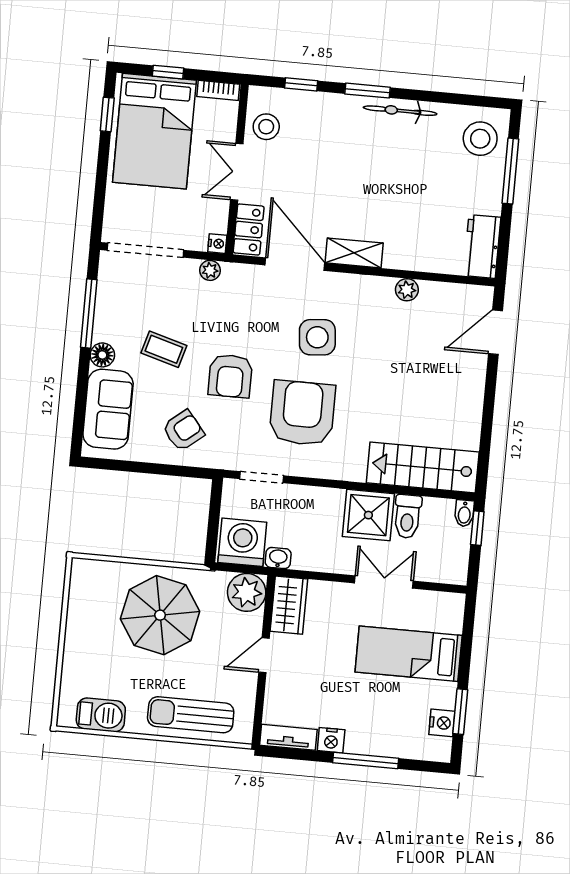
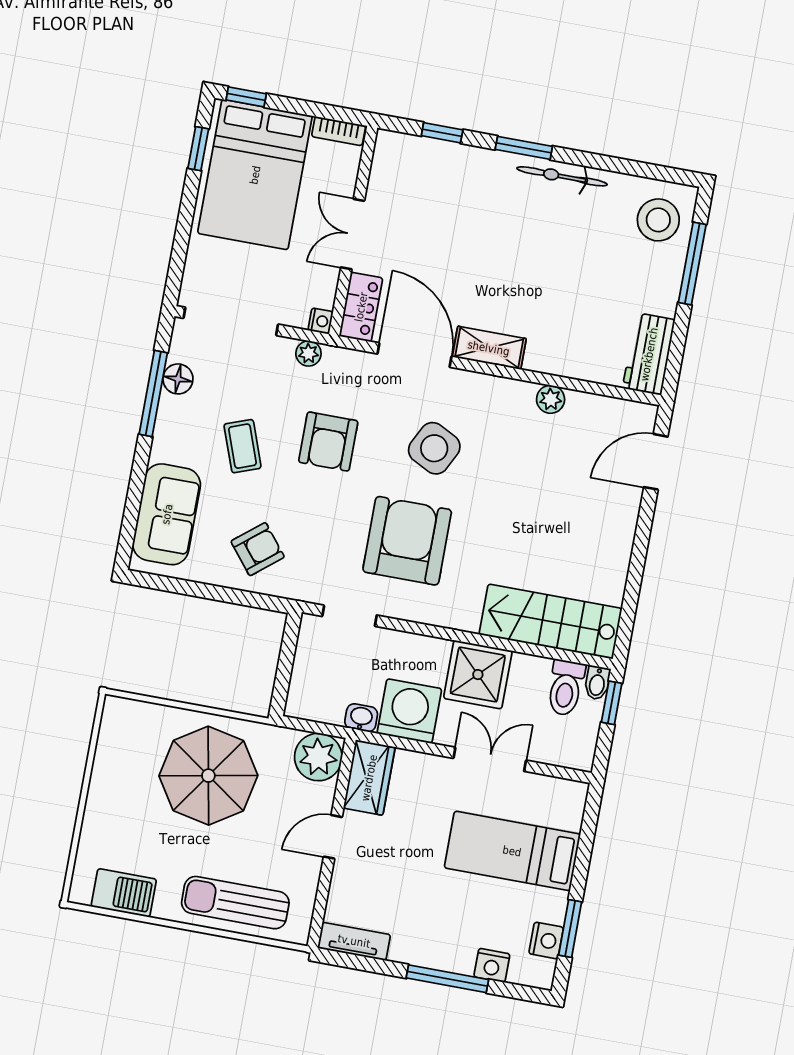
window: (168, 72) -> (246, 97), moved
stool: (266, 127) -> (394, 181), removed
side table: (317, 337) -> (434, 448), turned 32
coffee table: (164, 349) -> (243, 446), turned 54
floor lamp: (102, 355) -> (178, 379), moved
armchair: (230, 376) -> (328, 442), moved
toilet: (407, 516) -> (566, 688), moved
washing machine: (242, 542) -> (409, 711), moved
nightstand: (331, 740) -> (492, 965), moved

